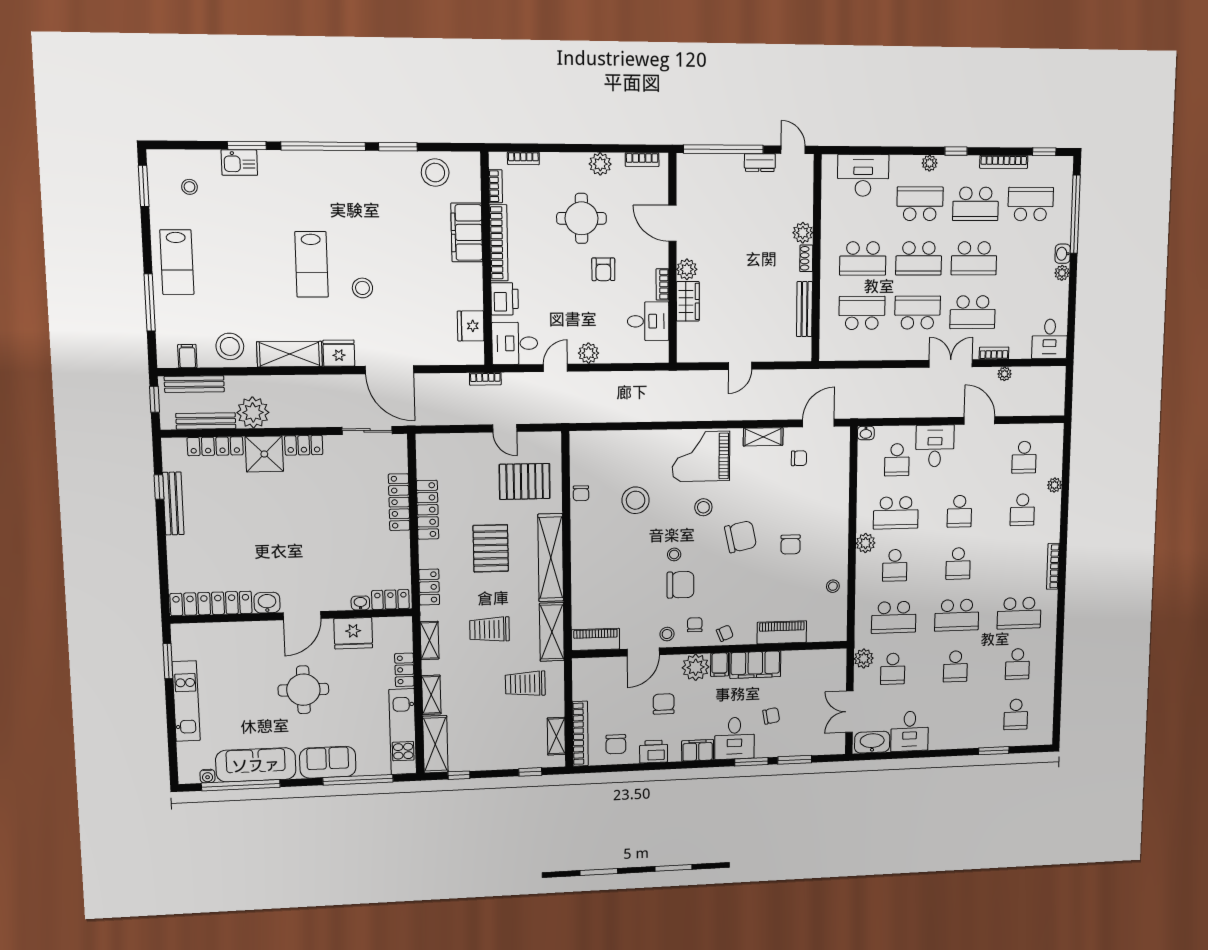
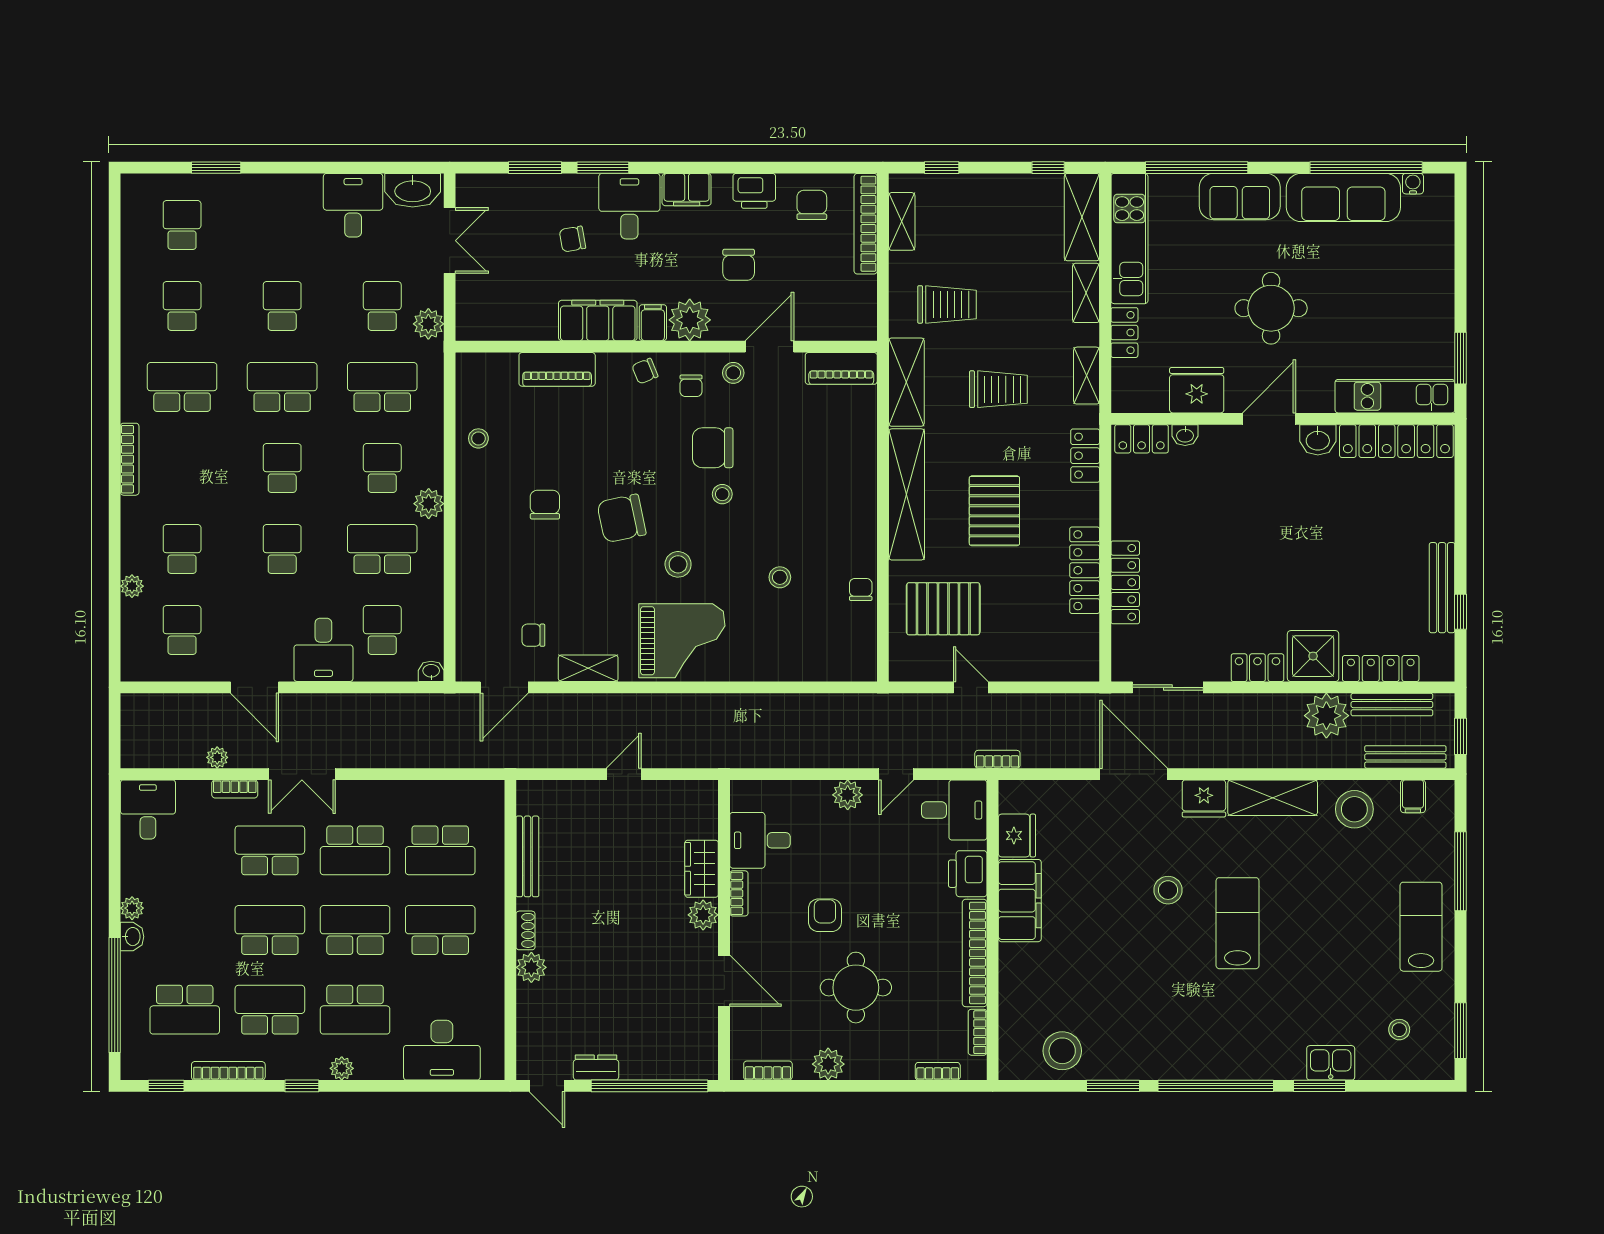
filing cabinet: (467, 232) -> (1020, 901), moved
stool: (636, 500) -> (780, 577), width x0.53, depth x0.53
kitchen unit: (186, 701) -> (1395, 396), moved, turned 90

